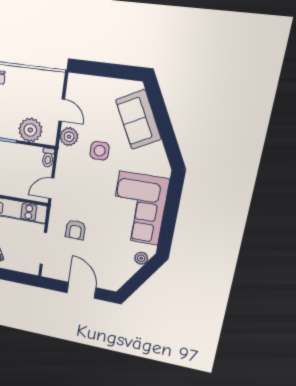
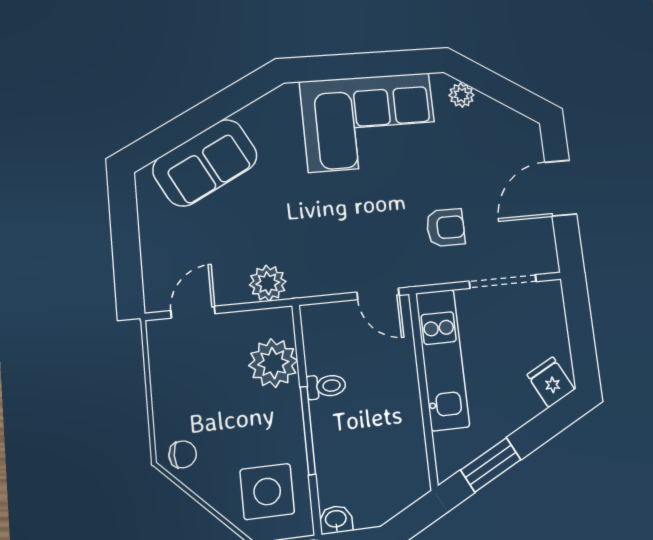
door: (62, 110) -> (193, 312), moved
side table: (100, 151) -> (280, 219), removed
toilet: (48, 158) -> (326, 386), moved

